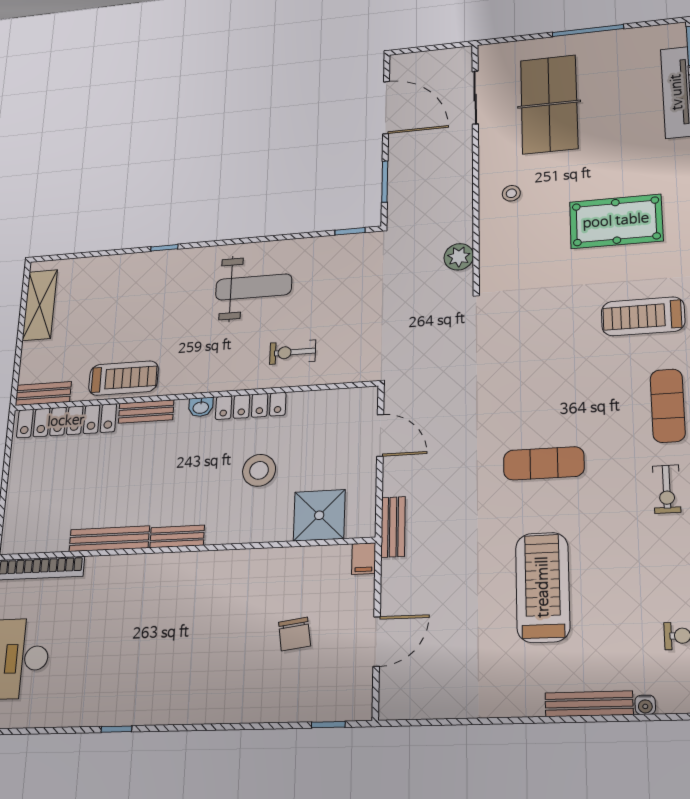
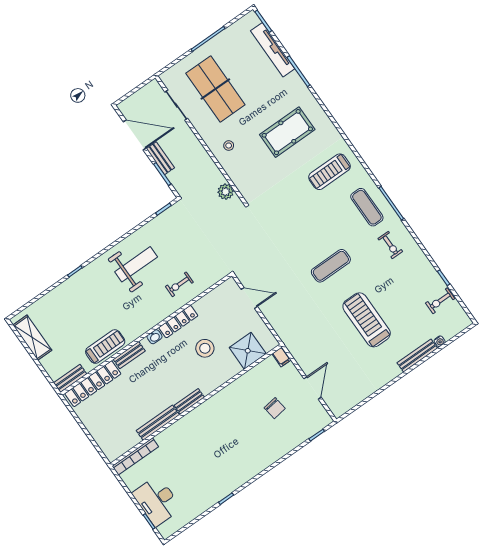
bench: (393, 527) -> (160, 158), moved

